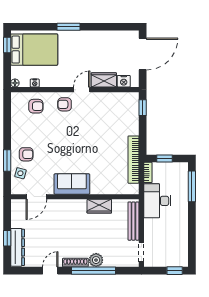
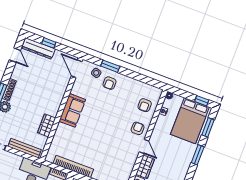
window: (34, 27) -> (208, 127), added
door: (36, 197) -> (77, 69), moved
door: (50, 271) -> (15, 55), moved

